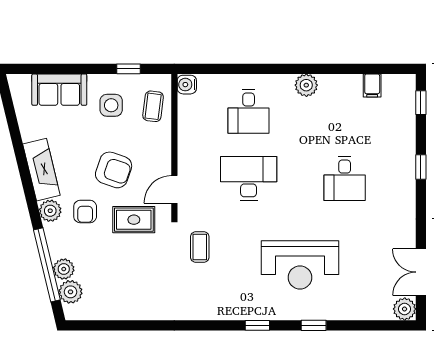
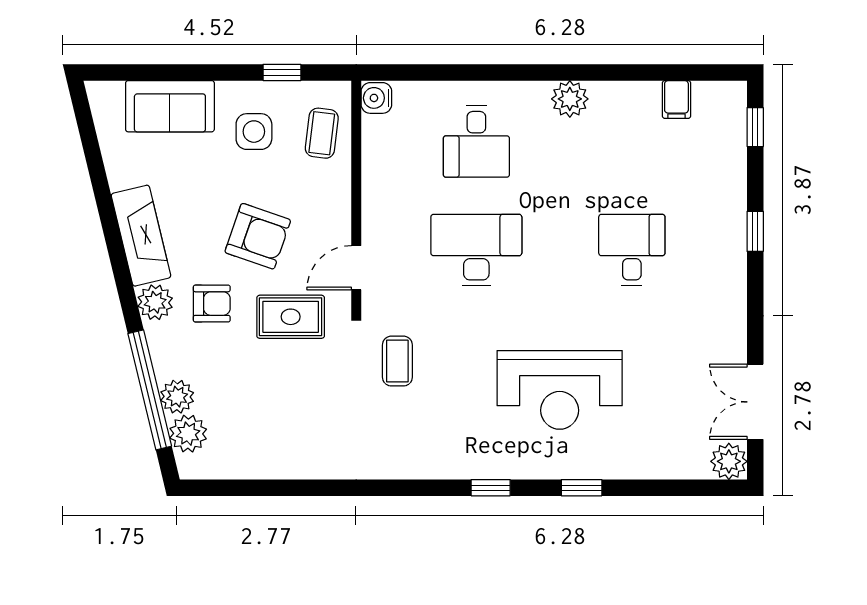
desk: (345, 178) -> (632, 250), turned 180
armchair: (85, 212) -> (212, 304), turned -90

